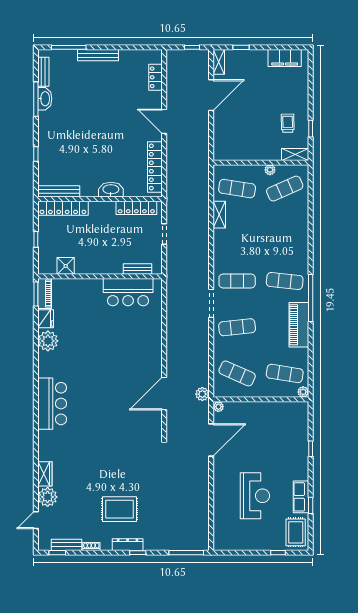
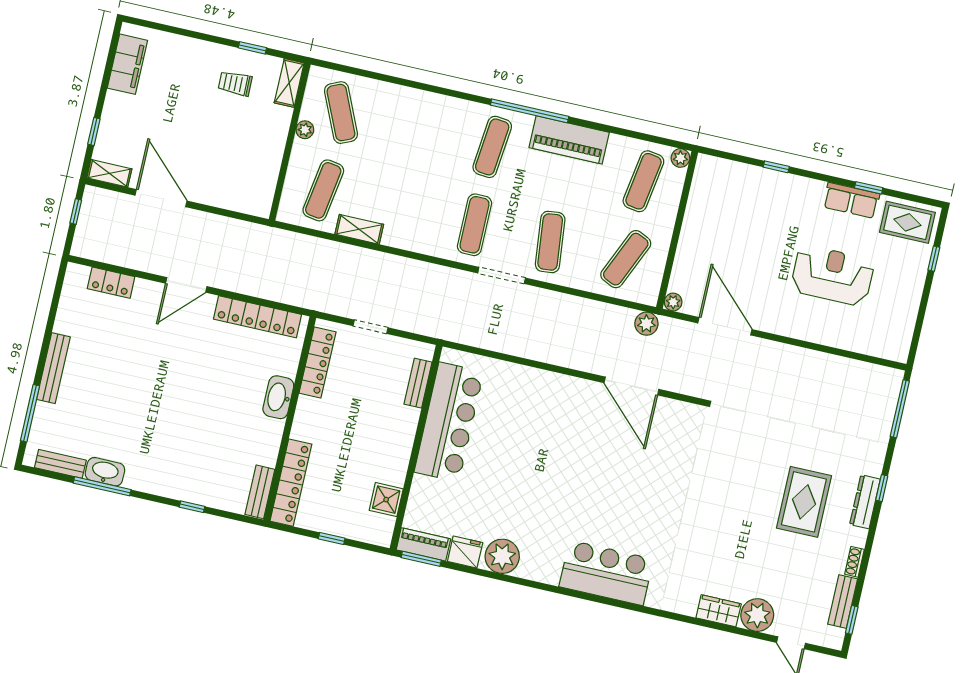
bench: (59, 191) -> (260, 492), width x0.73
bar counter: (128, 292) -> (449, 422), width x1.36

